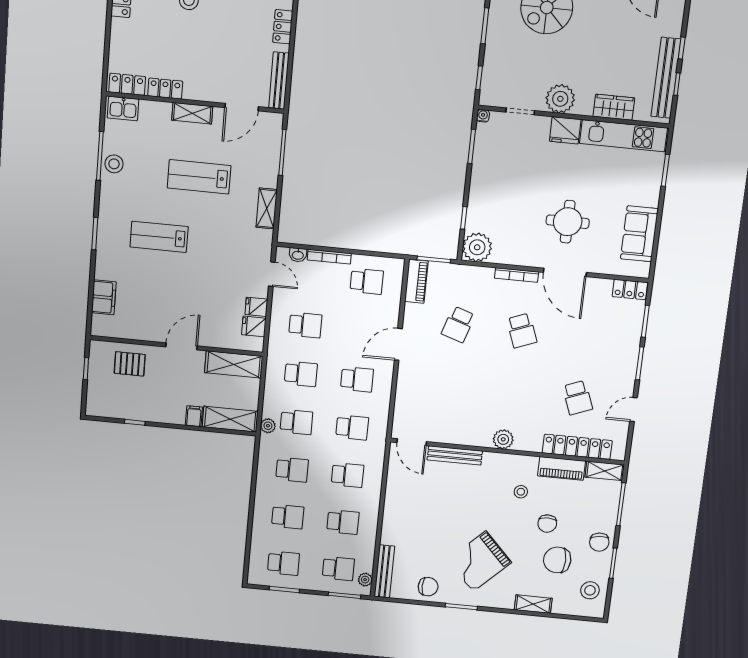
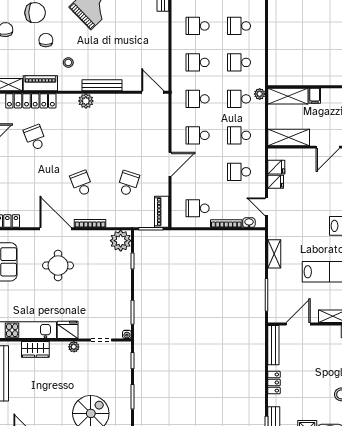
plant: (560, 99) -> (74, 347), width x0.53, depth x0.53
bench: (455, 455) -> (102, 85), moved

